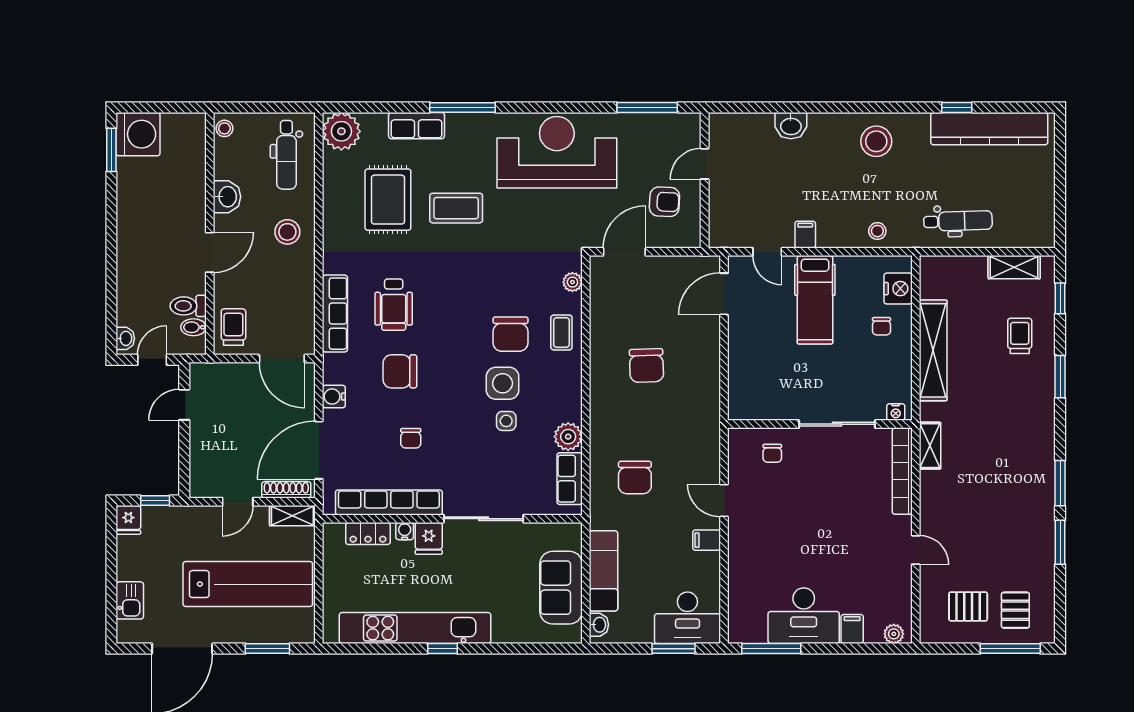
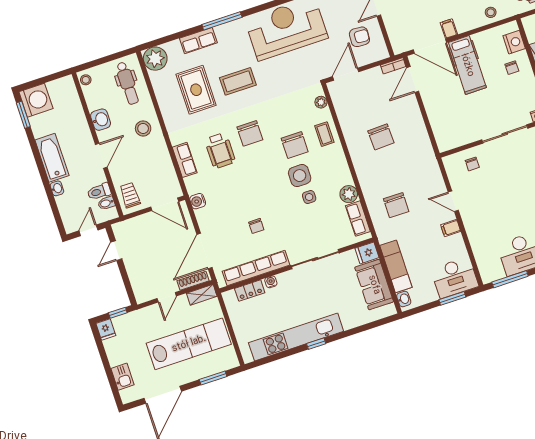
bathtub: (133, 230) -> (52, 158), added
door: (767, 252) -> (430, 46), width x1.87
bookcase: (701, 263) -> (393, 66), added
row of seats: (335, 314) -> (185, 160), width x0.68
washbasin: (125, 338) -> (57, 188), moved
chair: (400, 371) -> (250, 133), moved, turned -90
water cooler: (334, 396) -> (198, 201), moved
fridge: (429, 538) -> (367, 253), moved, turned 90

